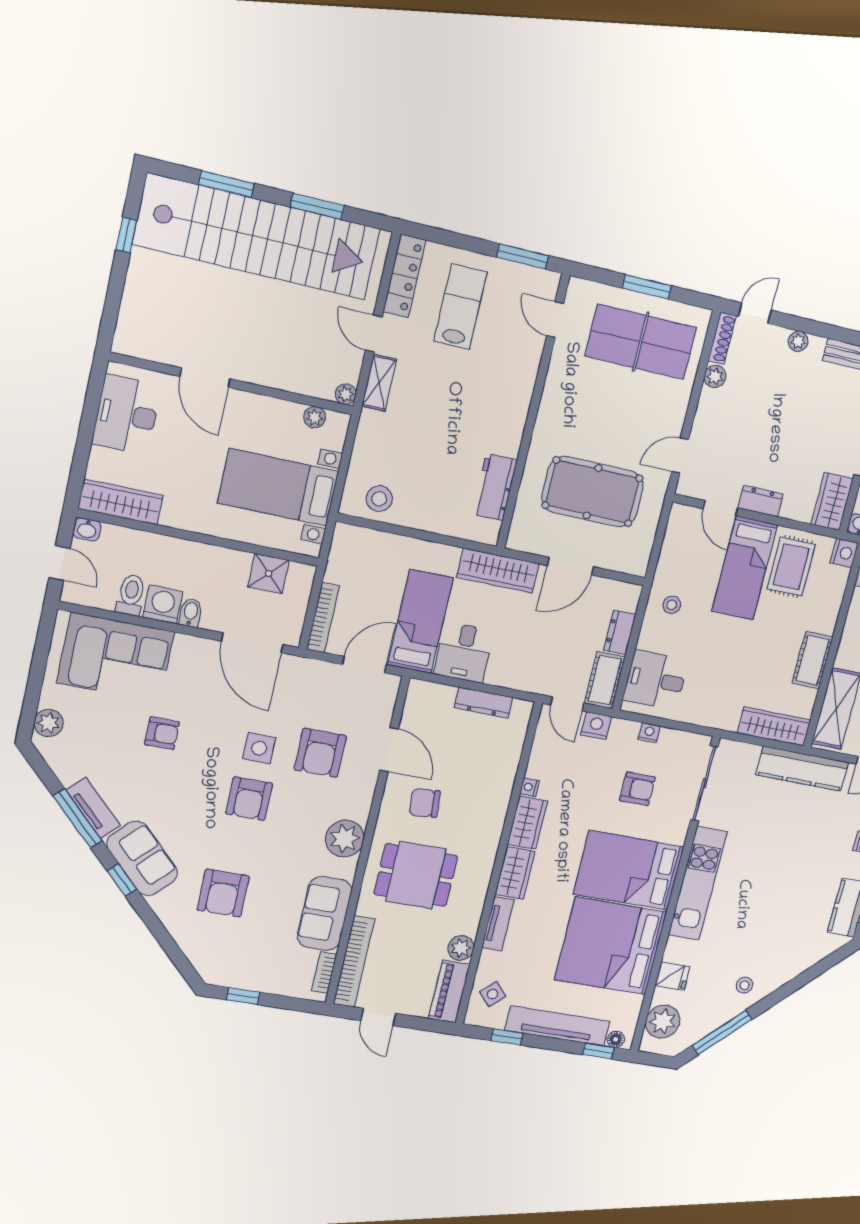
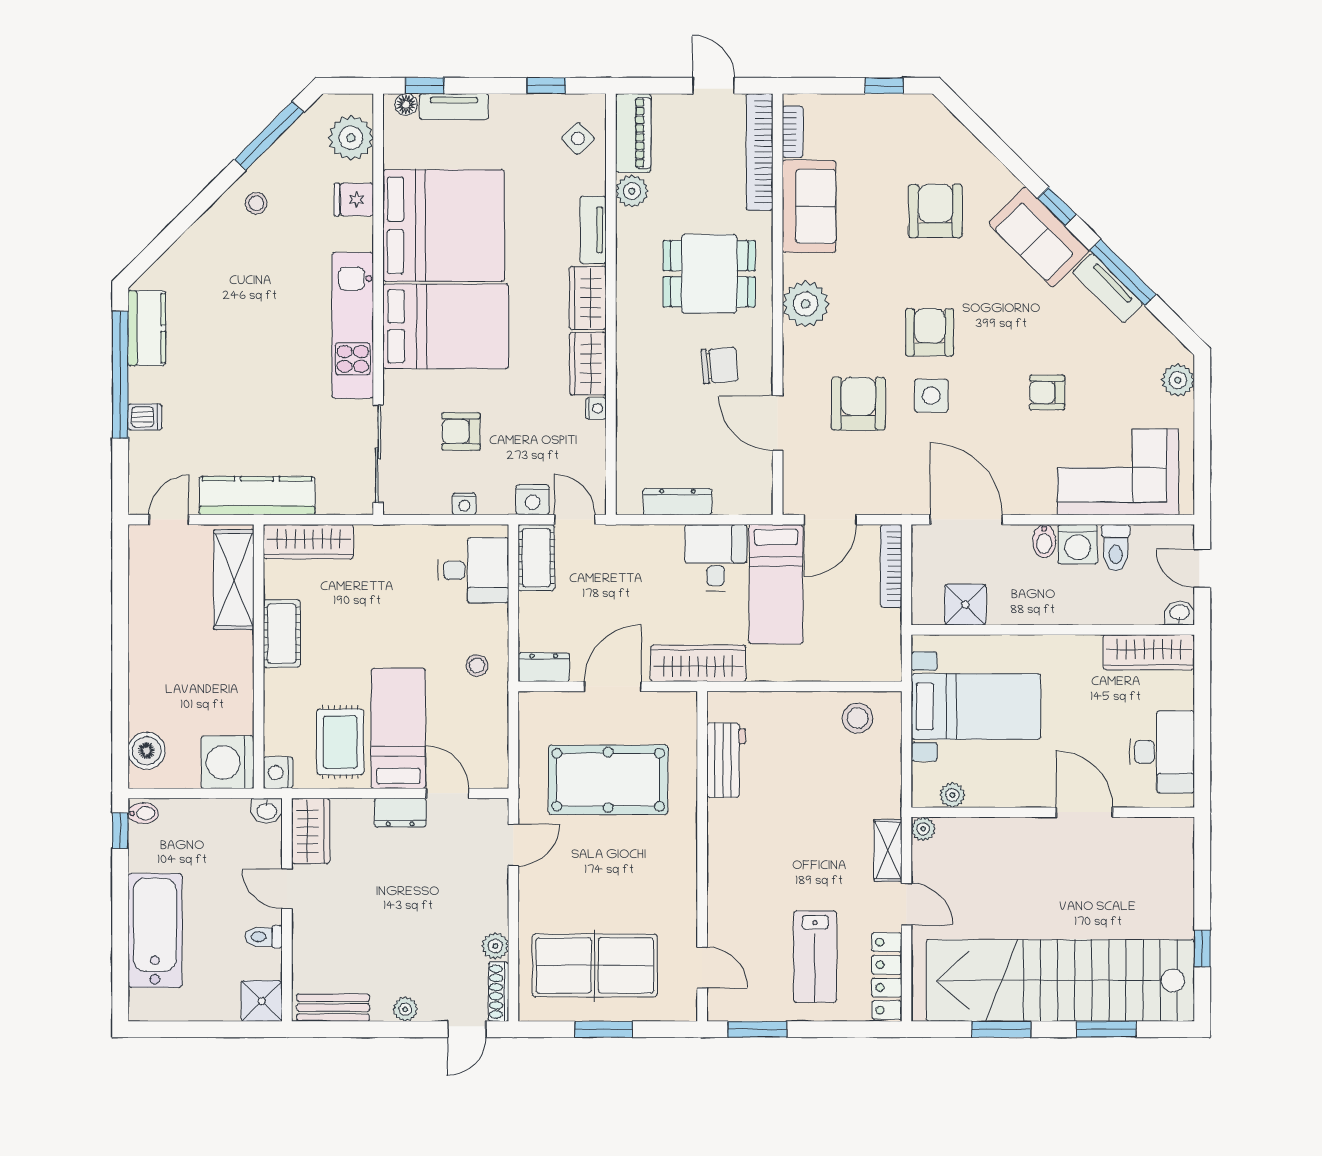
dresser: (620, 632) -> (544, 667), moved, turned -90
tv unit: (557, 1026) -> (454, 107), width x0.52, depth x0.78

